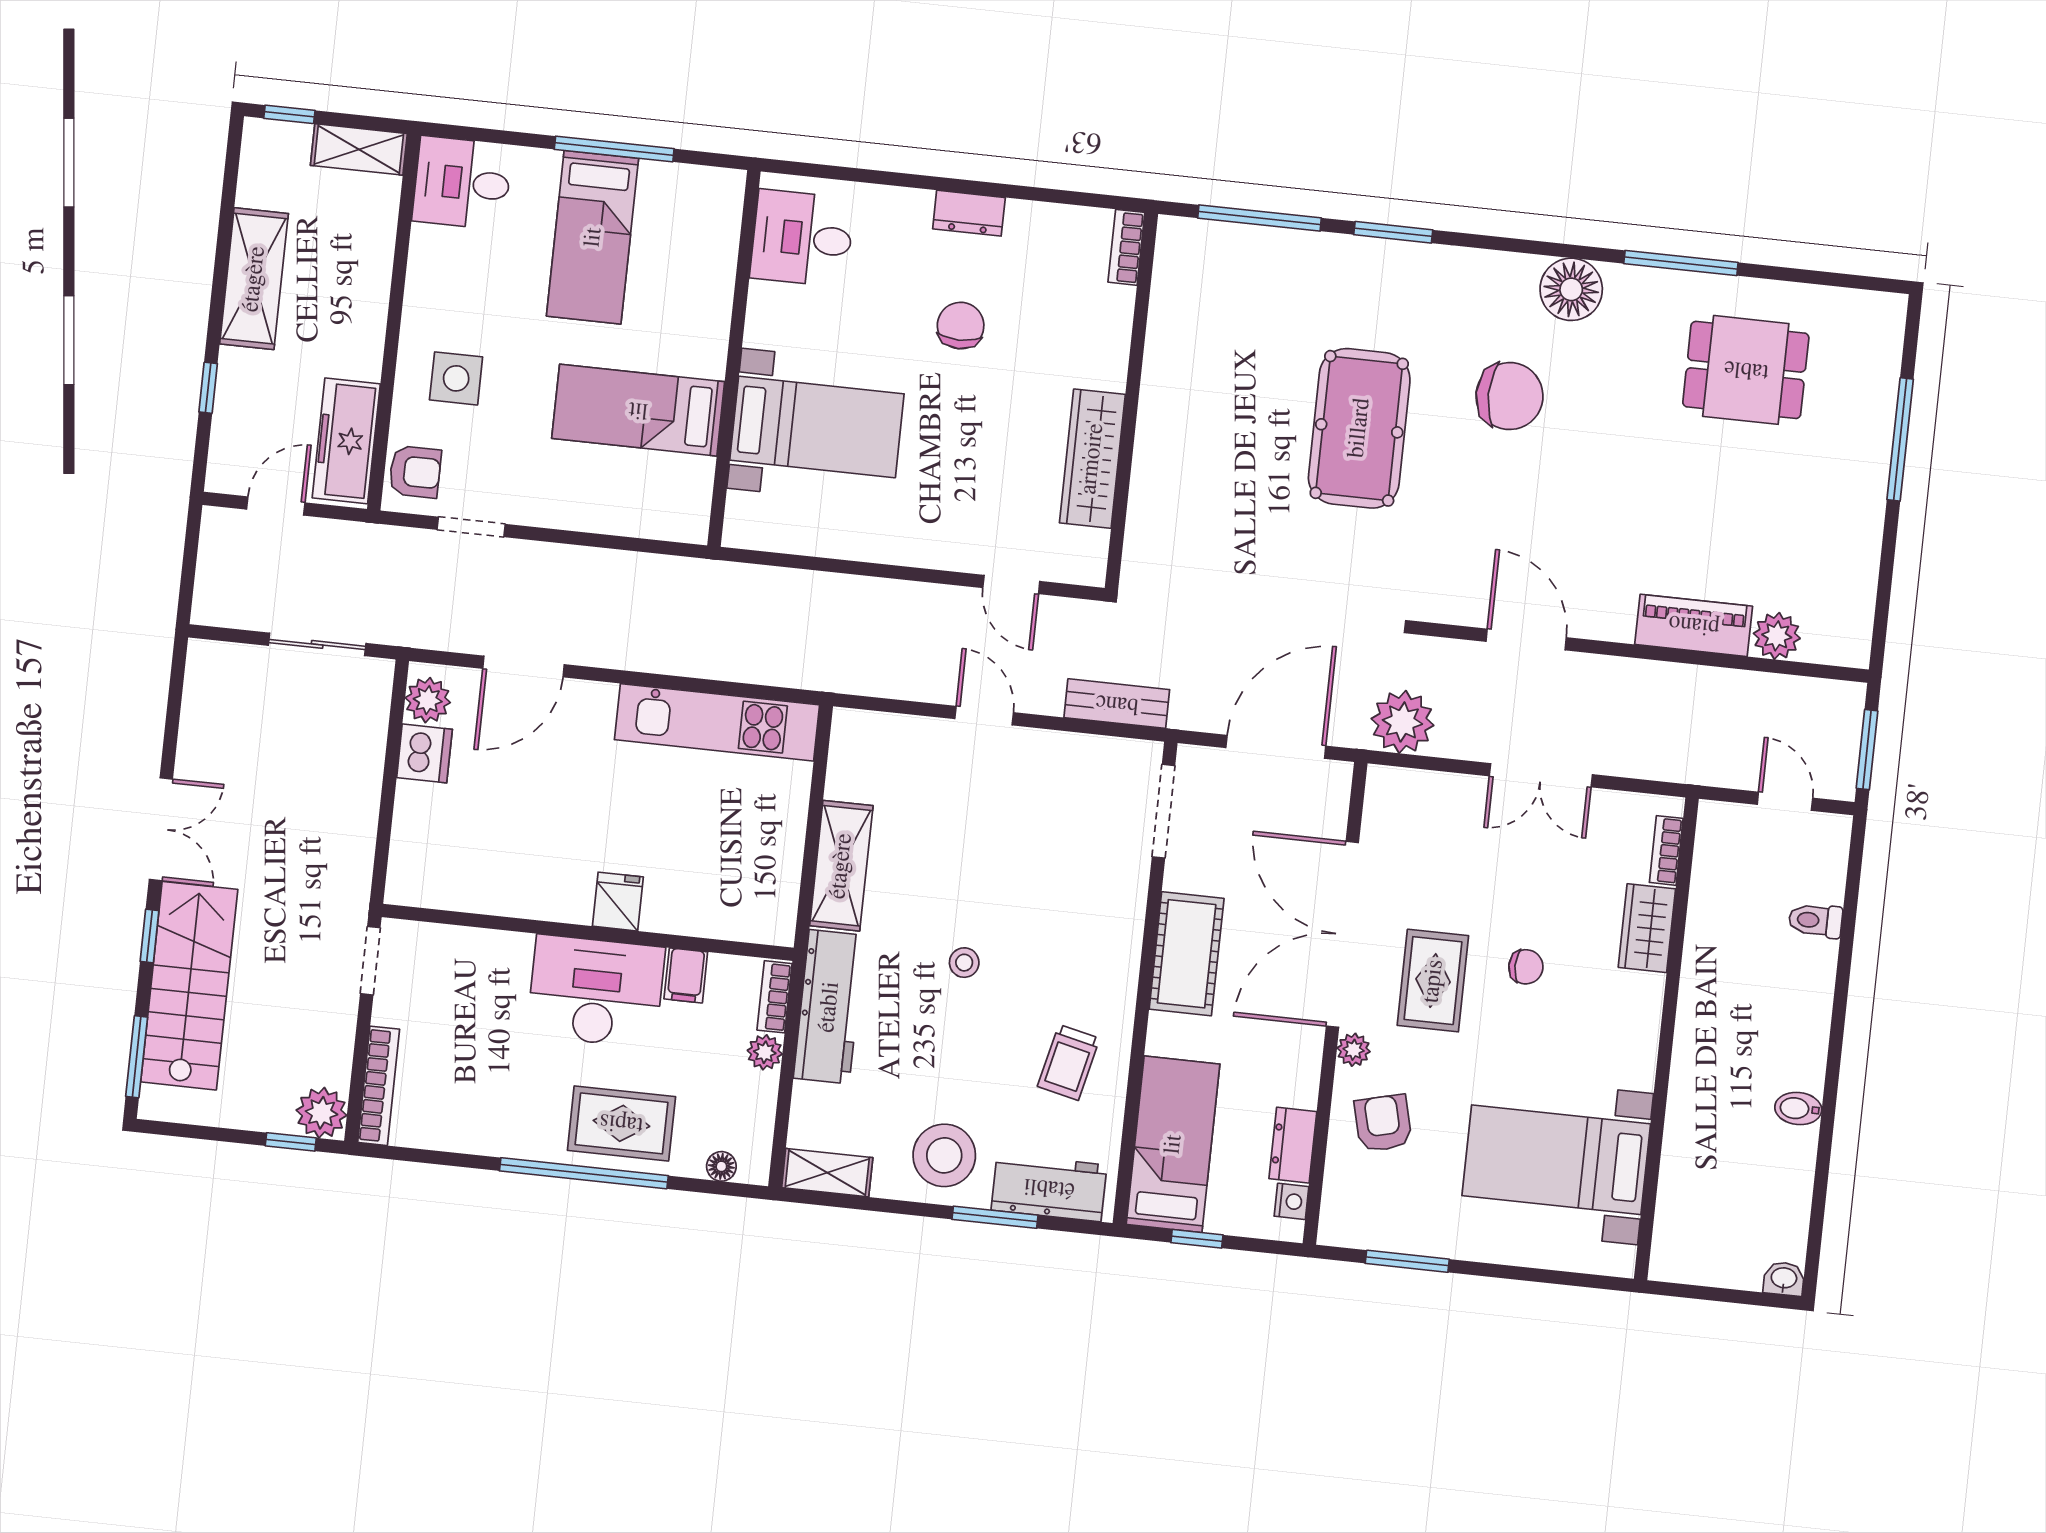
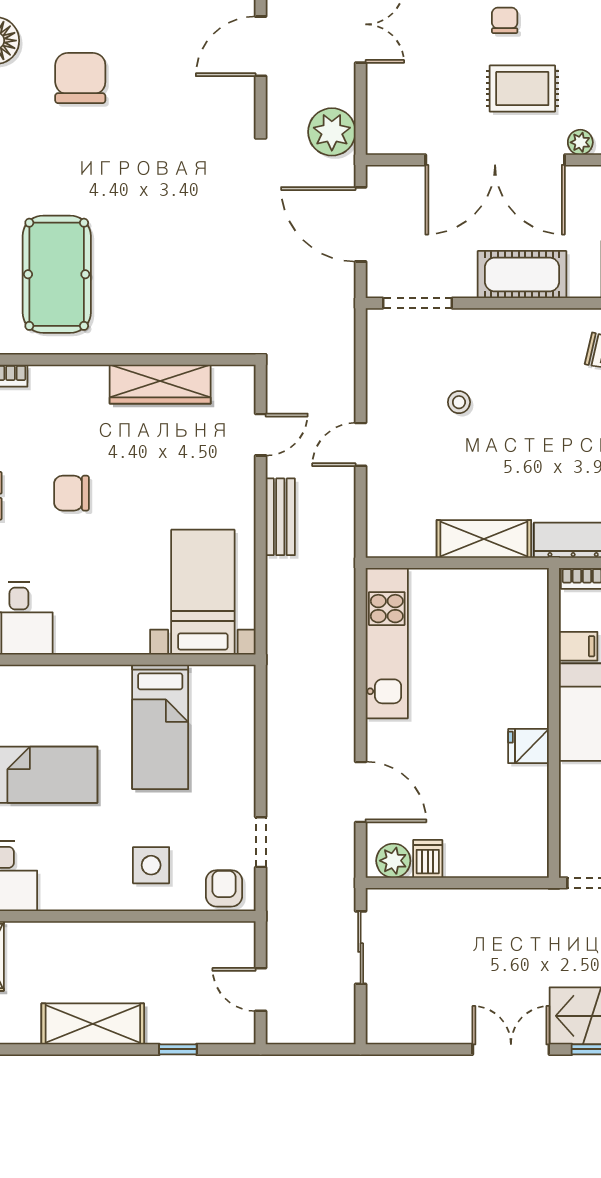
bed with nightstands: (817, 427) -> (203, 592), moved
pool table: (1359, 428) -> (57, 274), moved, turned 90
freezer: (346, 441) -> (206, 942), removed
bench: (1117, 704) -> (280, 517), moved
dishwasher: (424, 753) -> (428, 859), width x0.73
fridge: (618, 902) -> (528, 746), moved
stool: (964, 963) -> (459, 402), moved

